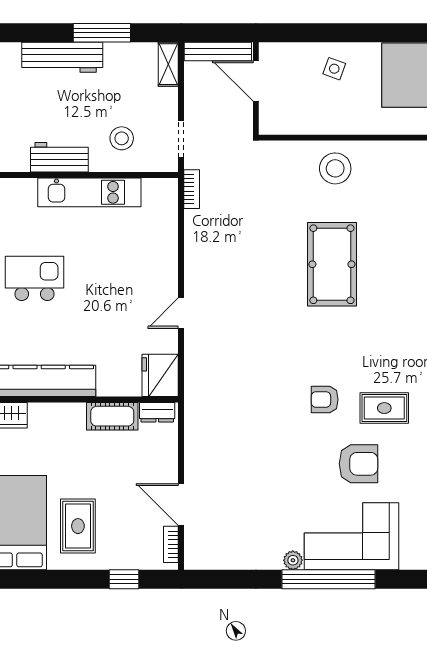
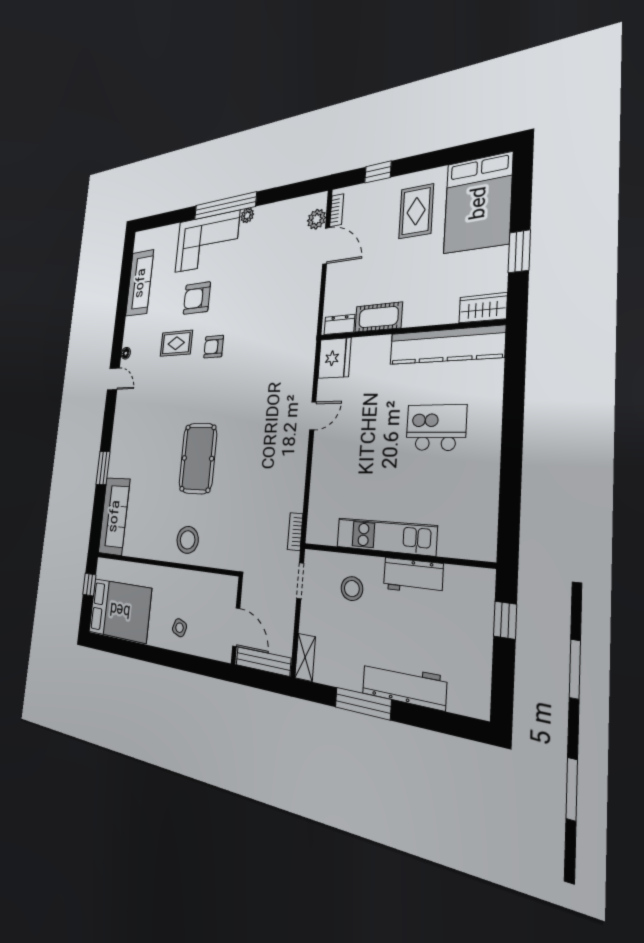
kitchen island: (34, 278) -> (436, 427), moved, turned 180
armchair: (325, 400) -> (214, 347), turned 180
plant: (196, 538) -> (316, 219), added

